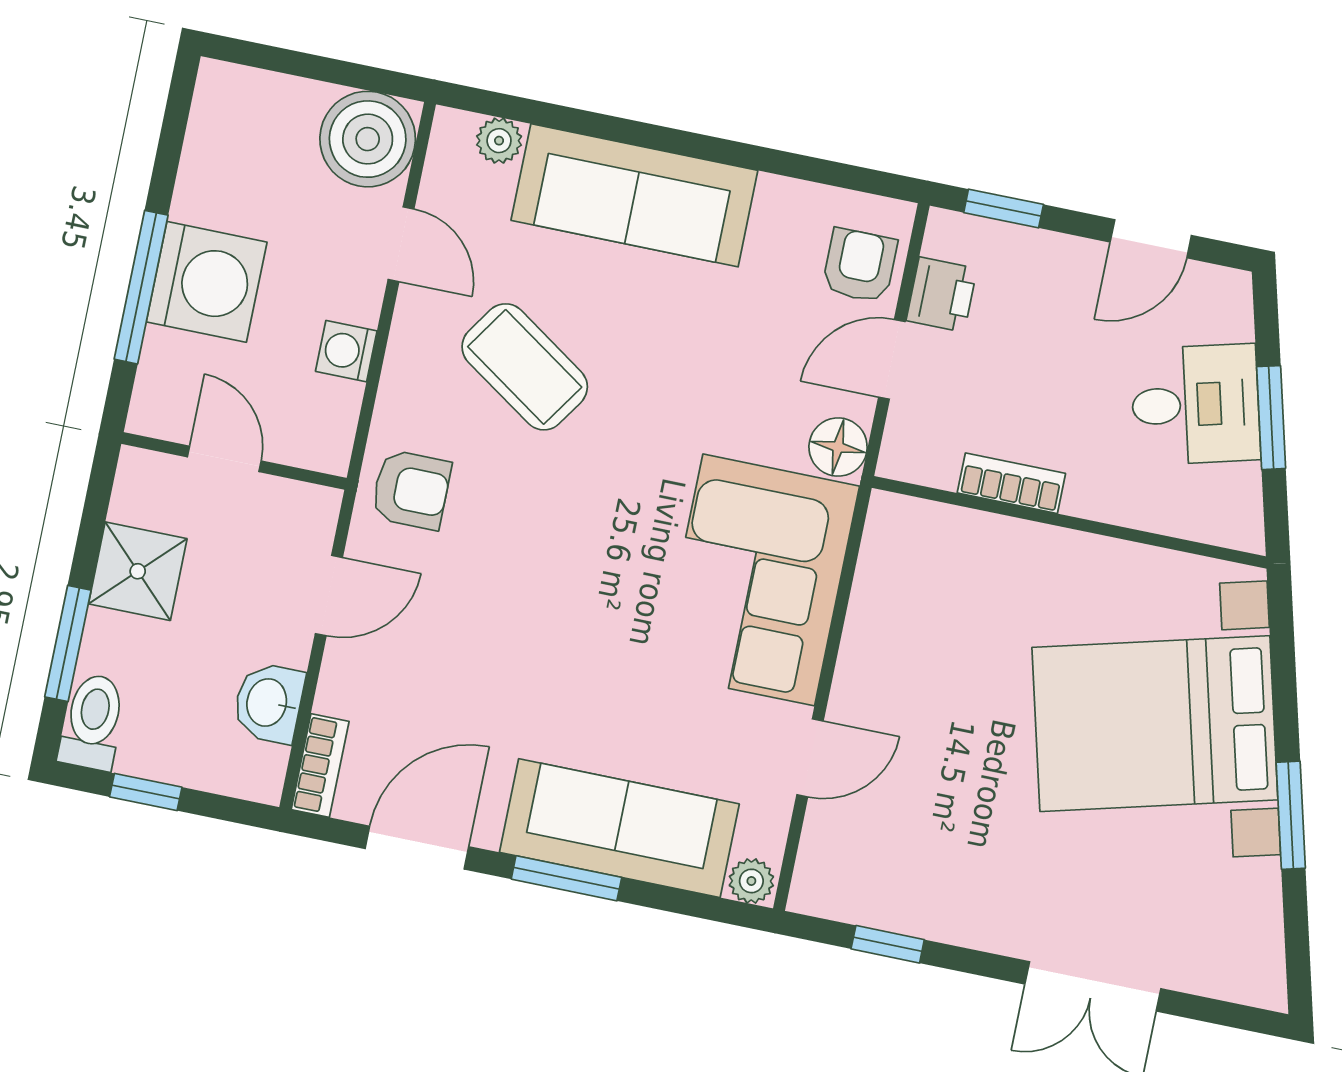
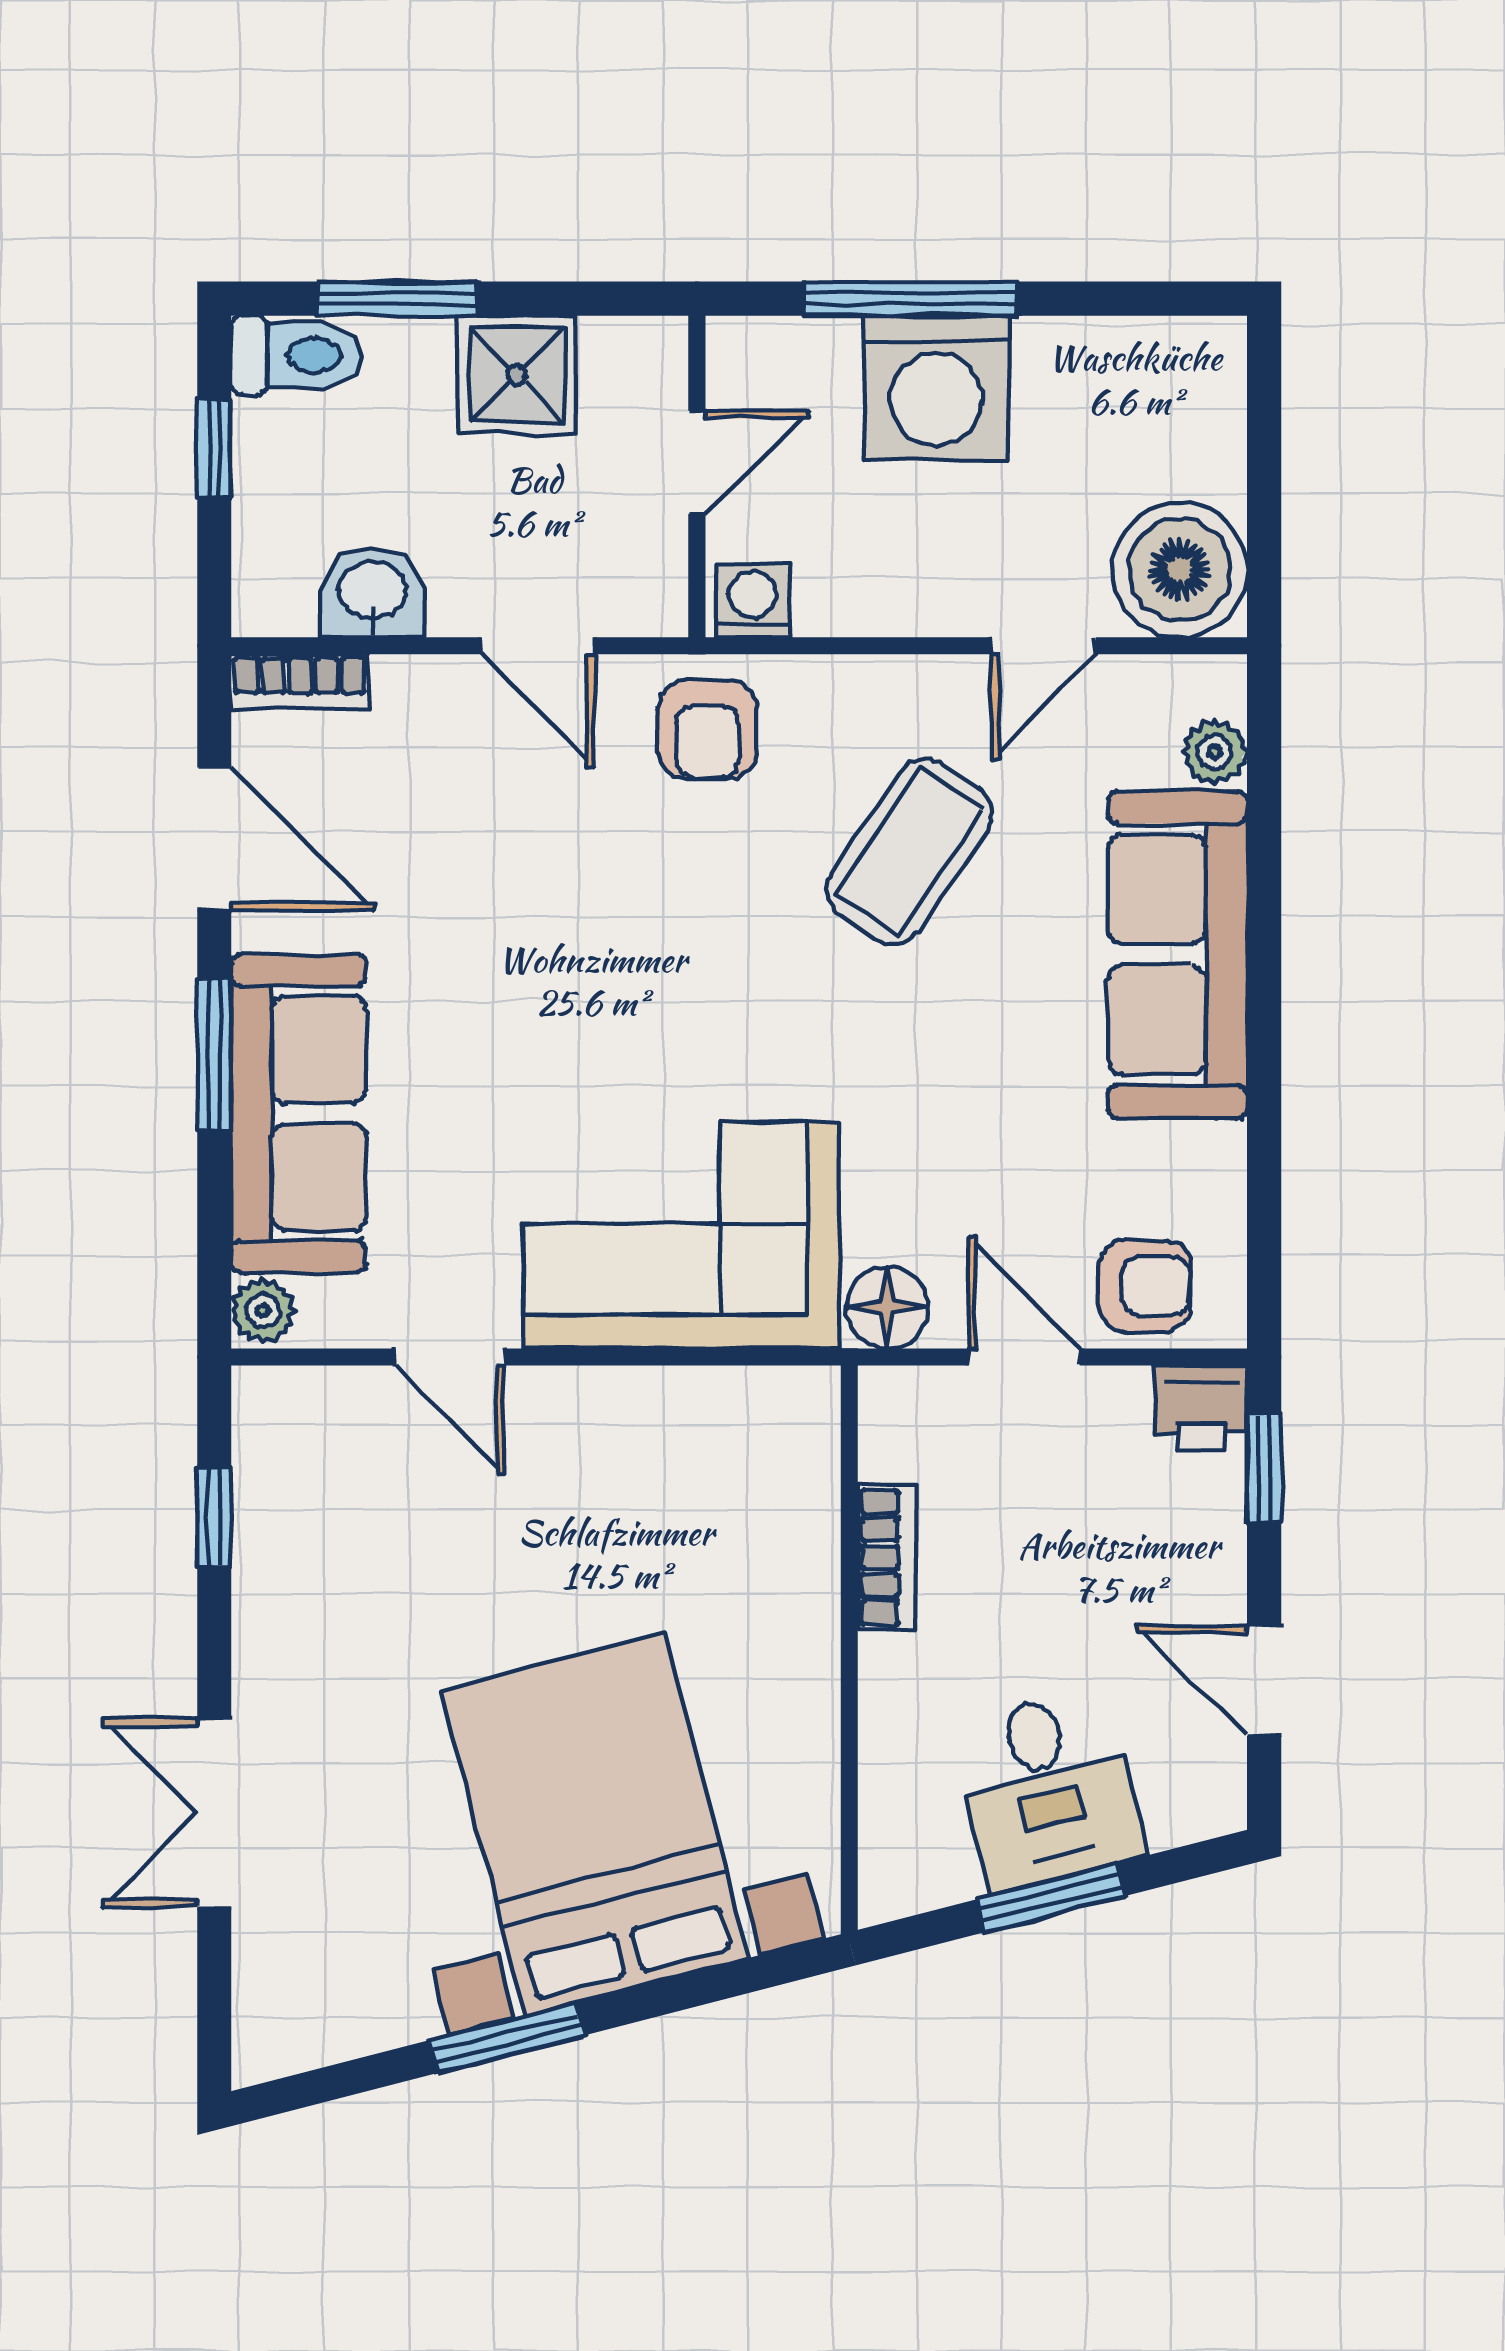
printer: (942, 295) -> (1201, 1407), moved
washing machine: (346, 351) -> (753, 600), moved

